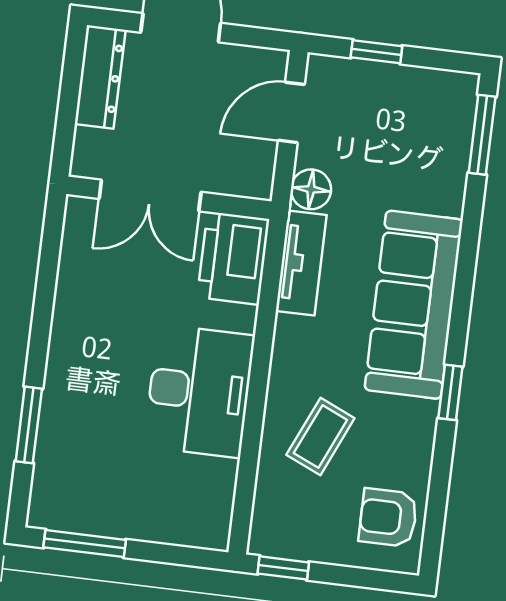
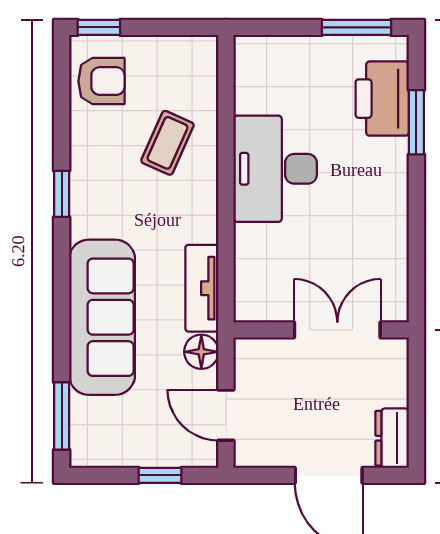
dresser: (100, 77) -> (392, 438), width x0.70
door: (291, 112) -> (226, 415), swing flipped
printer: (233, 258) -> (382, 99), moved, turned 180
sofa: (414, 305) -> (102, 317), moved
window: (283, 568) -> (99, 27), moved

